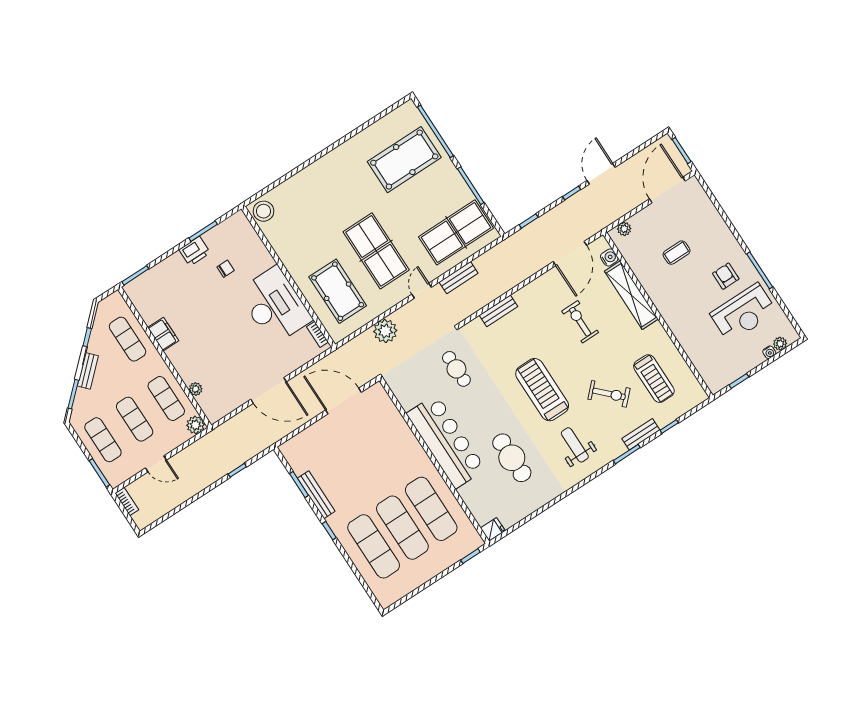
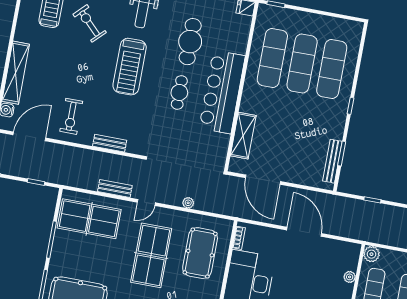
exercise bike: (580, 322) -> (71, 116), moved
plant: (385, 331) -> (188, 203), width x0.53, depth x0.53
cafe table: (456, 369) -> (179, 93), moved
shelving: (394, 422) -> (243, 136), added
bench: (316, 495) -> (332, 161), moved

